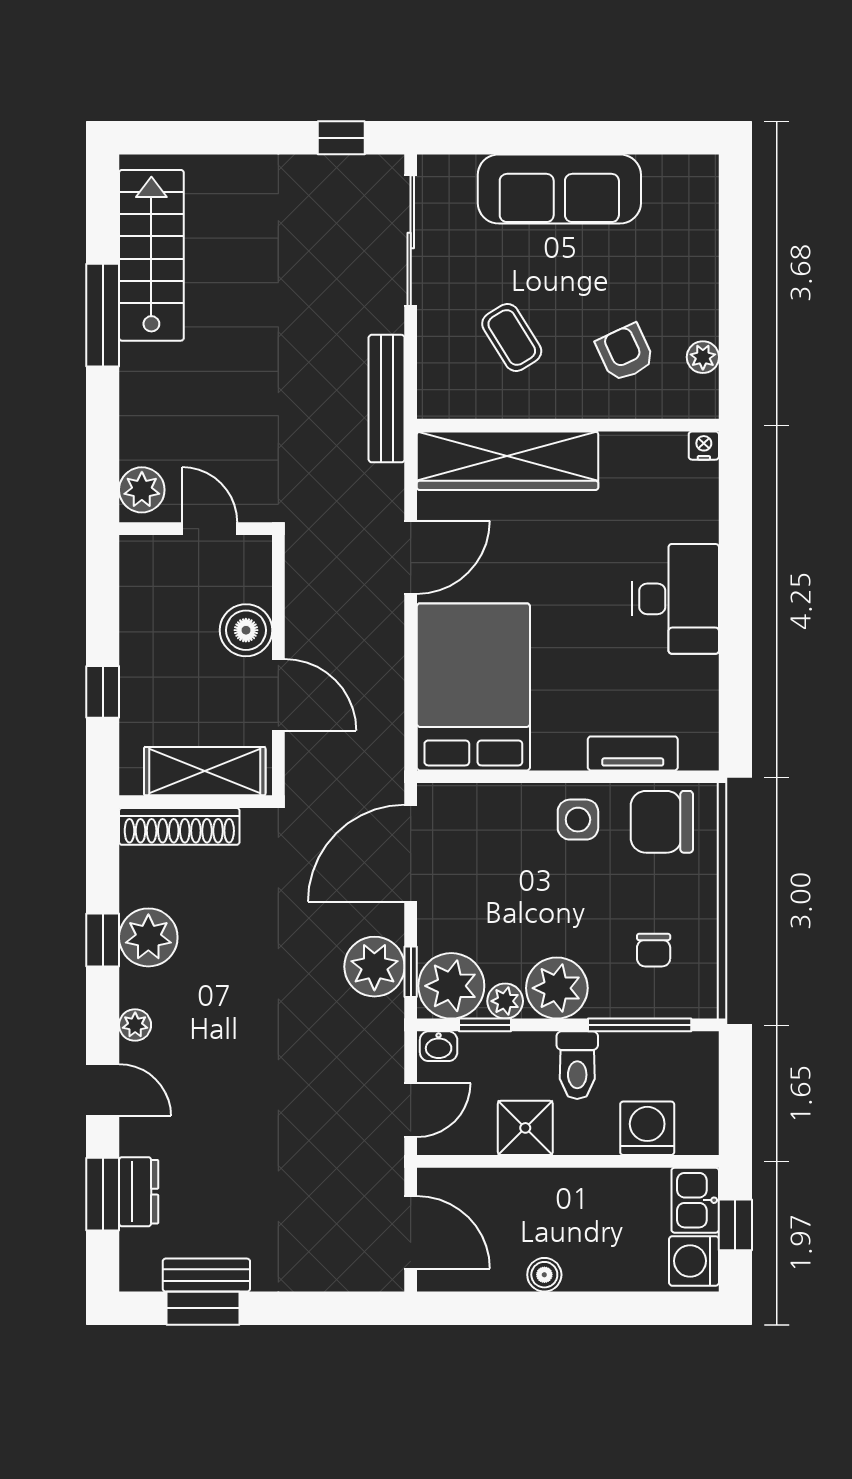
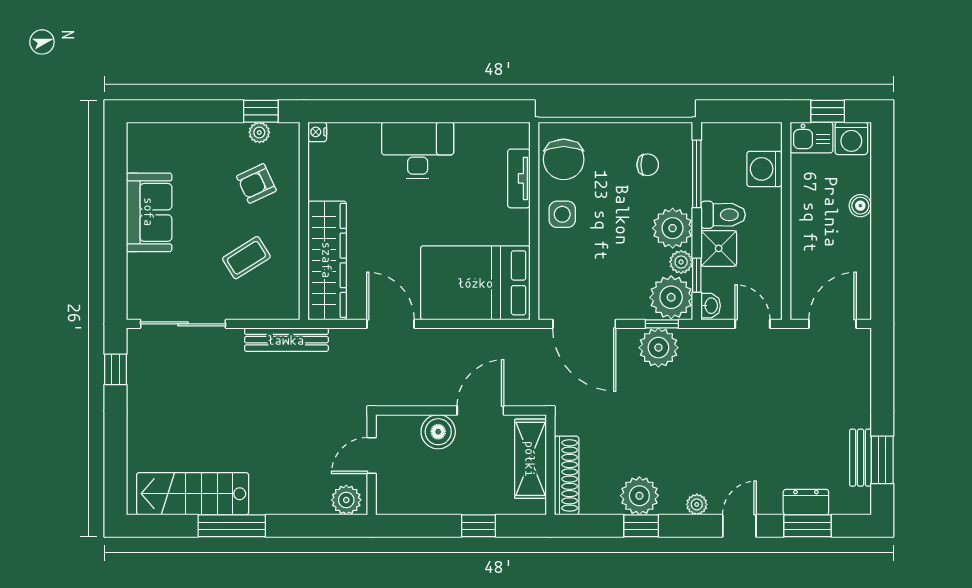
sofa: (559, 189) -> (149, 212), width x0.73
window: (735, 360) -> (261, 111), added
shower: (525, 1128) -> (719, 248), moved
boiler: (544, 1275) -> (860, 206), moved

